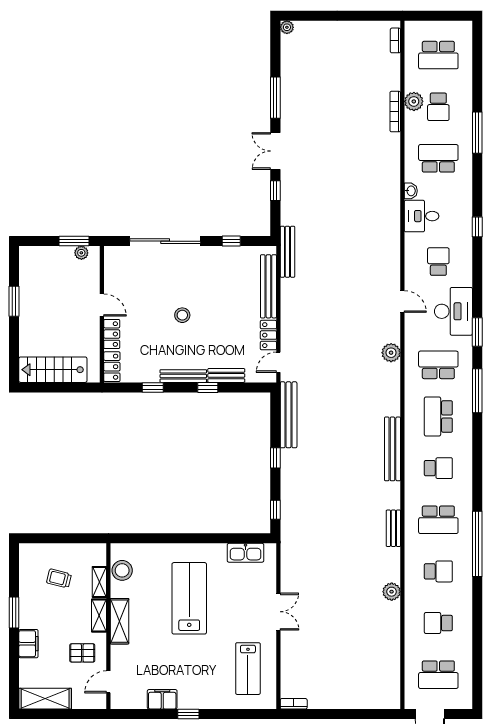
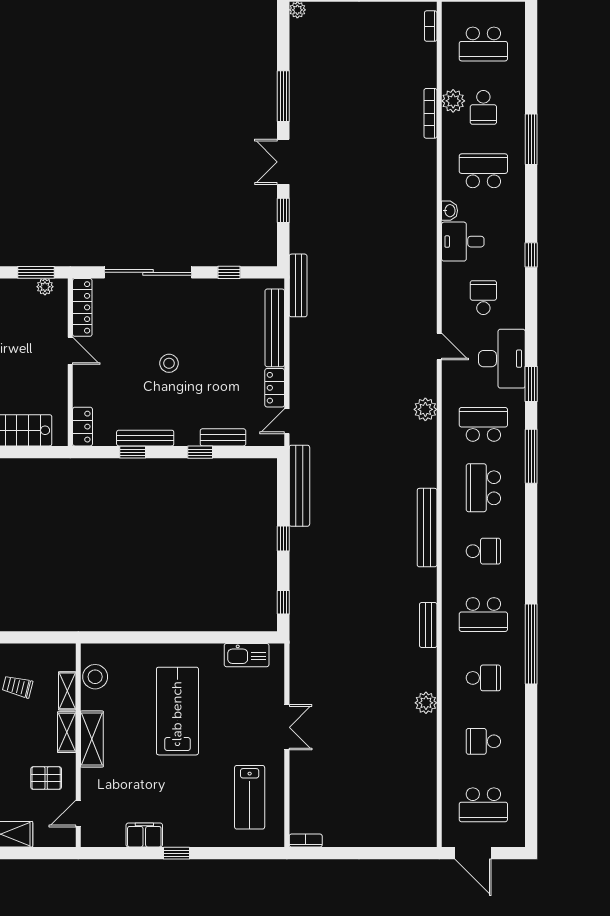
locker: (112, 334) -> (82, 307), moved, width x1.53
bench: (183, 376) -> (145, 438), moved

